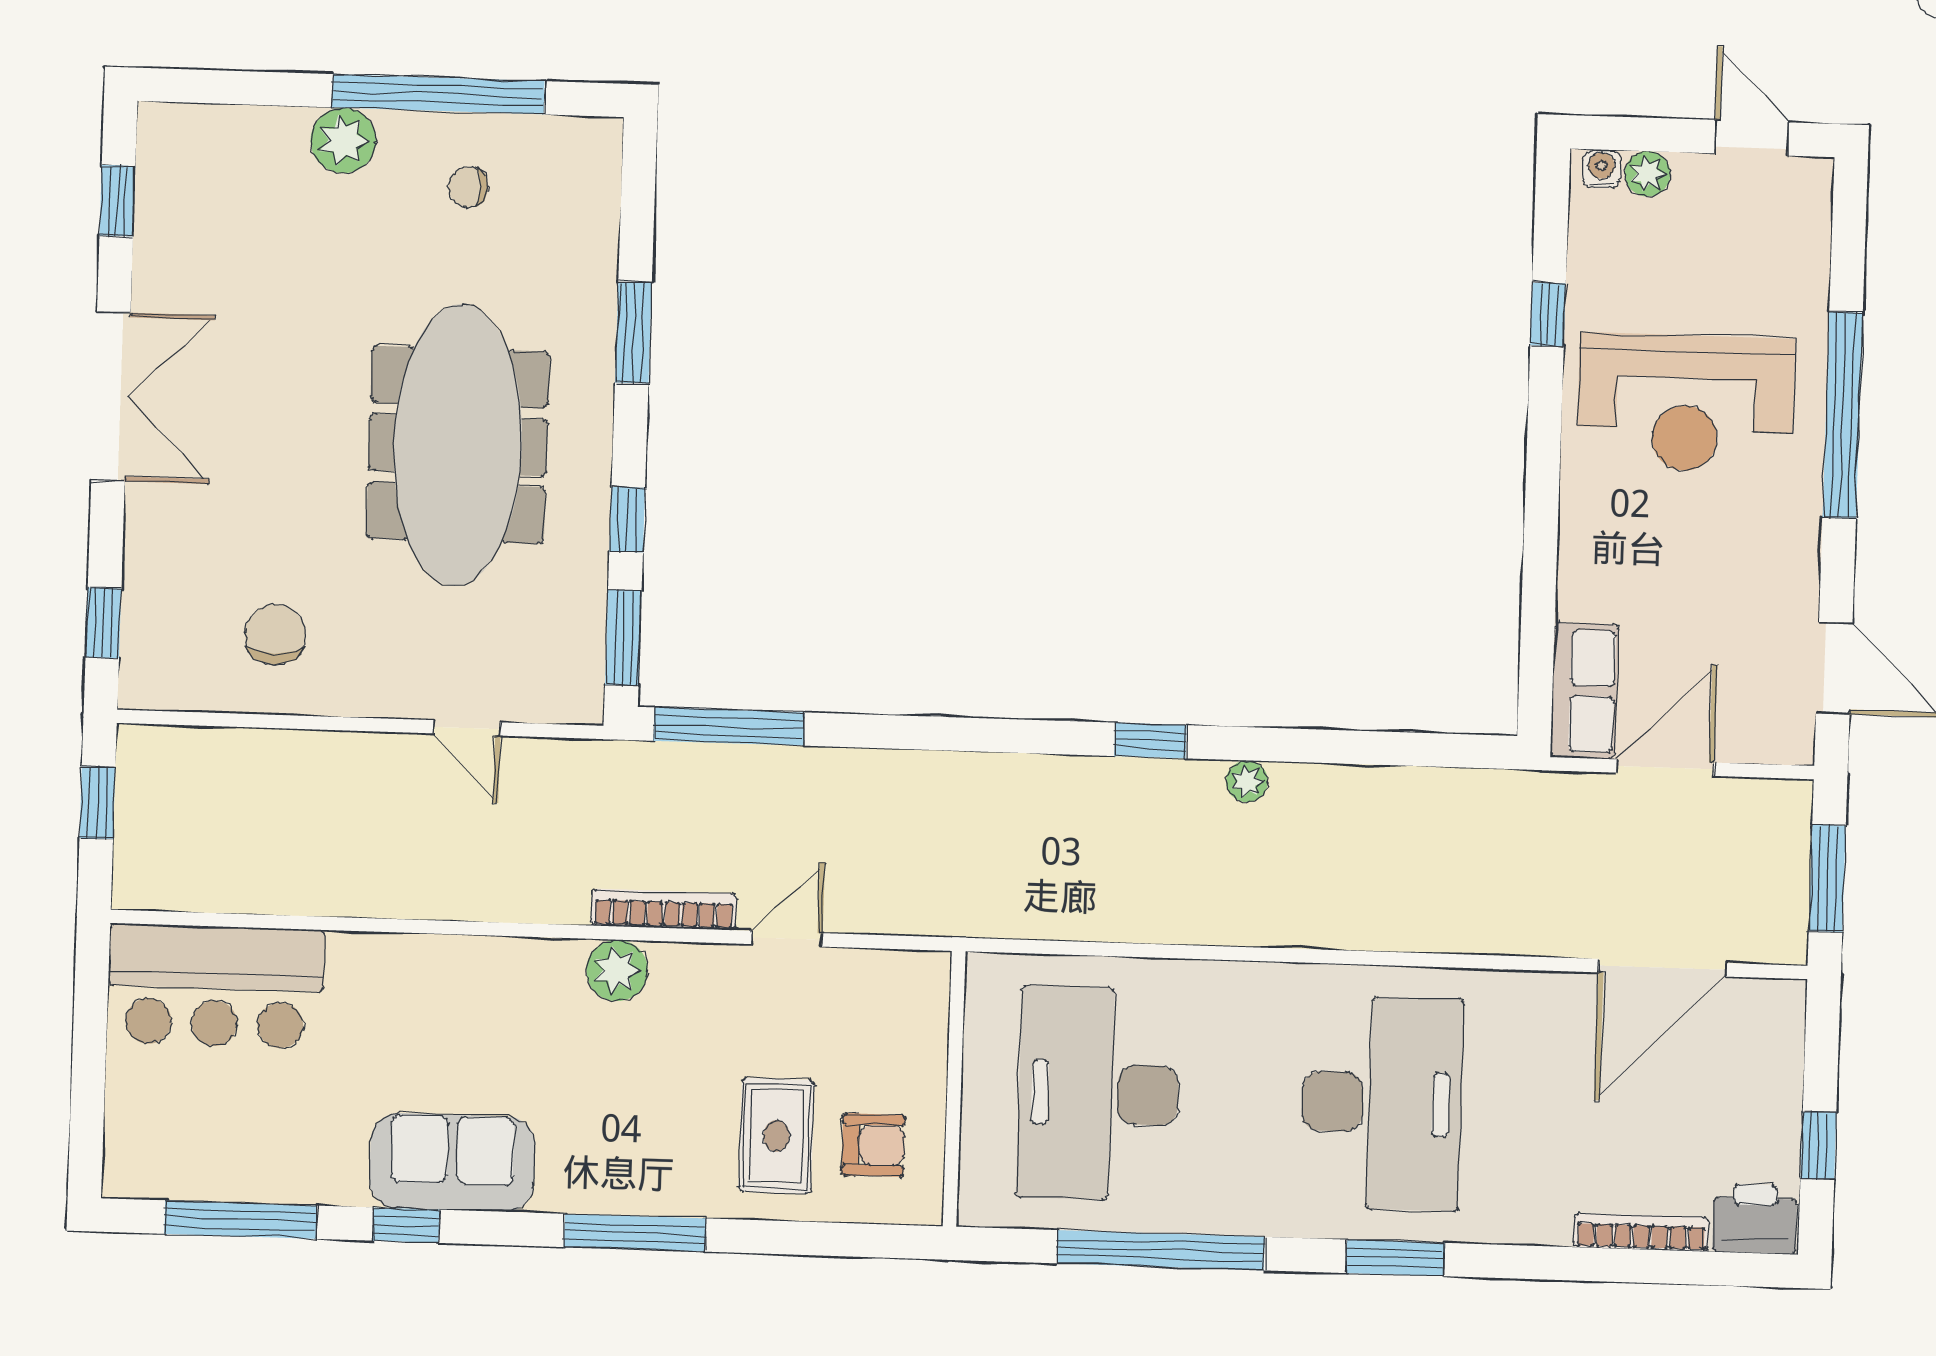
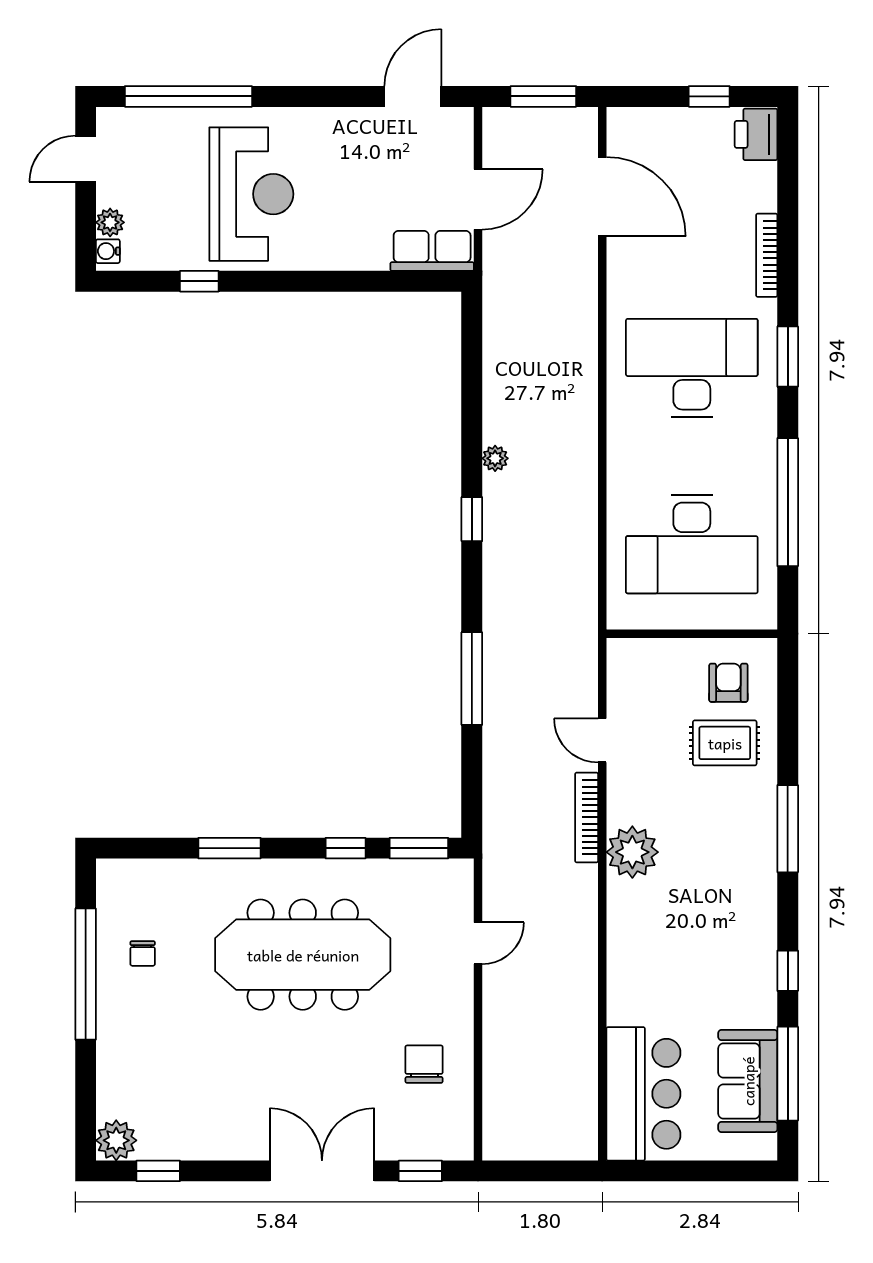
plant: (343, 140) -> (116, 1140), moved
double door: (111, 396) -> (322, 1171), moved
window: (1843, 415) -> (188, 96), moved
chair: (275, 634) -> (424, 1064), turned 90
window: (729, 727) -> (472, 679), moved
door: (1665, 768) -> (478, 199), swing flipped
window: (97, 803) -> (532, 1171), removed
plant: (617, 970) -> (632, 852), width x1.36, depth x1.36
sofa: (452, 1162) -> (748, 1081), moved
bookcase: (1641, 1232) -> (767, 255), moved

